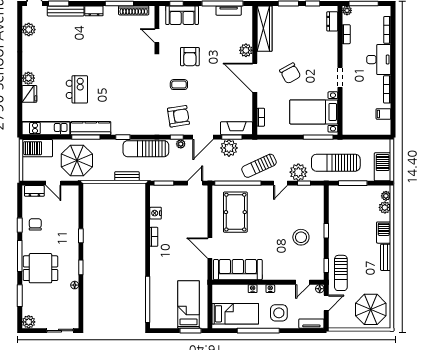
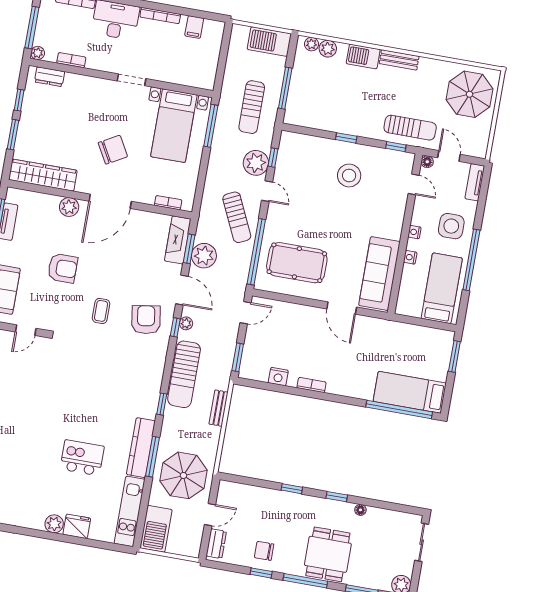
armchair: (190, 57) -> (63, 268), moved
sun lounger: (336, 163) -> (252, 107), width x0.73, depth x0.75
door: (195, 183) -> (246, 313), swing flipped
door: (210, 248) -> (342, 308), hinge flipped
bed: (189, 305) -> (410, 392), moved

